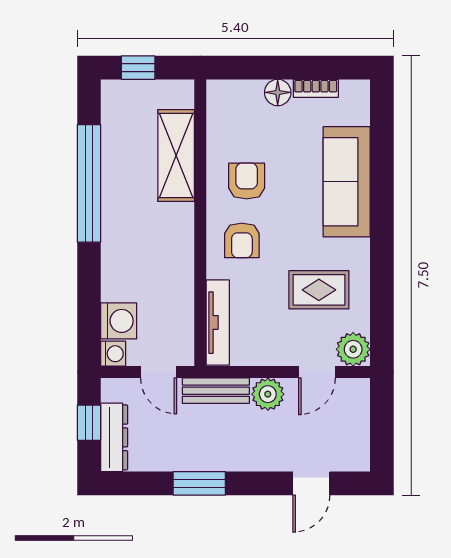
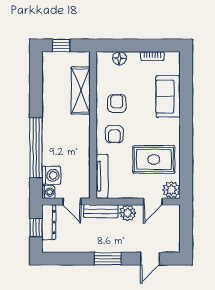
floor lamp: (278, 92) -> (120, 58), moved
sofa: (347, 182) -> (168, 97), width x0.73
window: (89, 183) -> (36, 148), moved
rug: (319, 290) -> (154, 159), width x1.36, depth x1.43
dresser: (114, 437) -> (49, 222), moved
window: (199, 483) -> (108, 259), moved

